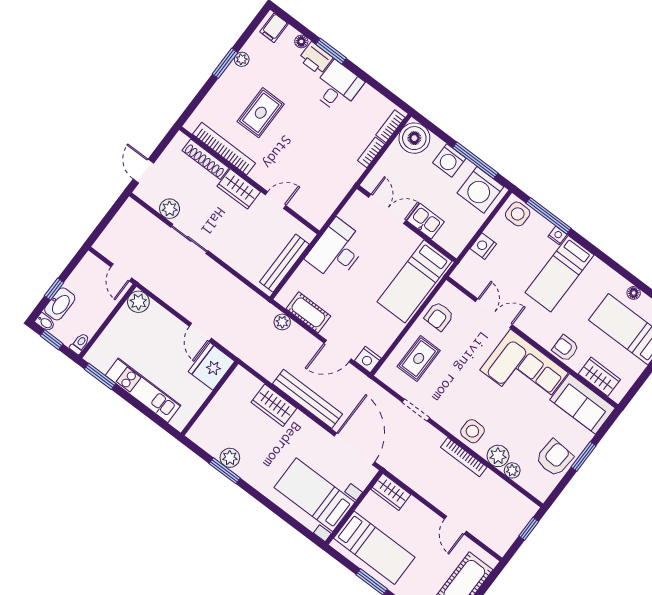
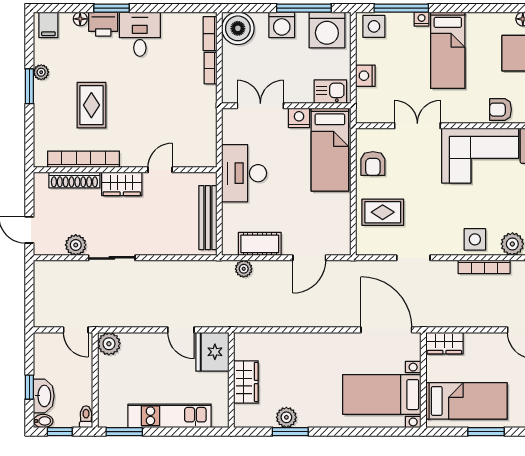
kitchen sink: (426, 221) -> (330, 92), moved
rug: (419, 358) -> (383, 212), turned 90
nightstand: (368, 360) -> (299, 118), moved, turned 180
bench: (308, 399) -> (314, 318), removed
wardrobe: (274, 405) -> (246, 382), moved, turned -90

